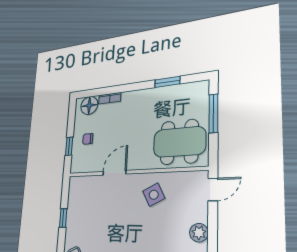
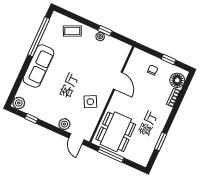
window: (213, 113) -> (111, 155), moved
window: (69, 146) -> (169, 60), moved
plant: (71, 221) -> (100, 37), added
plant: (199, 233) -> (64, 124), moved

